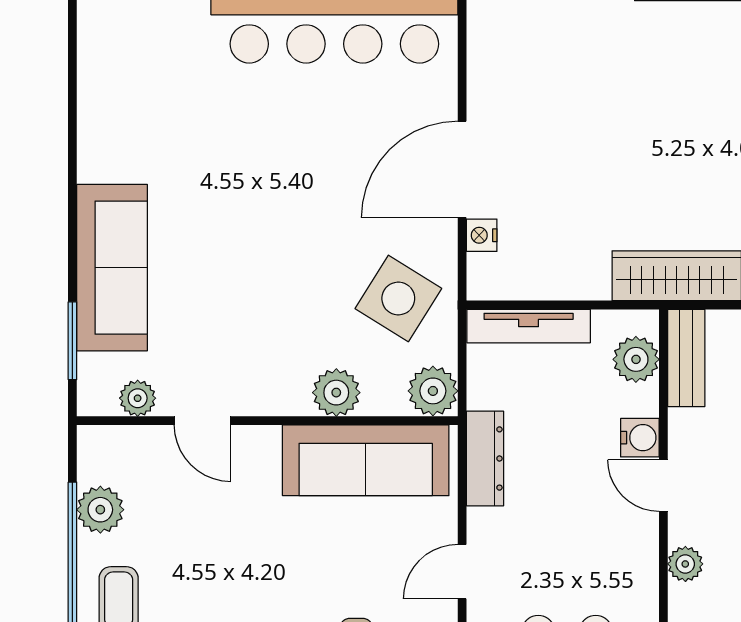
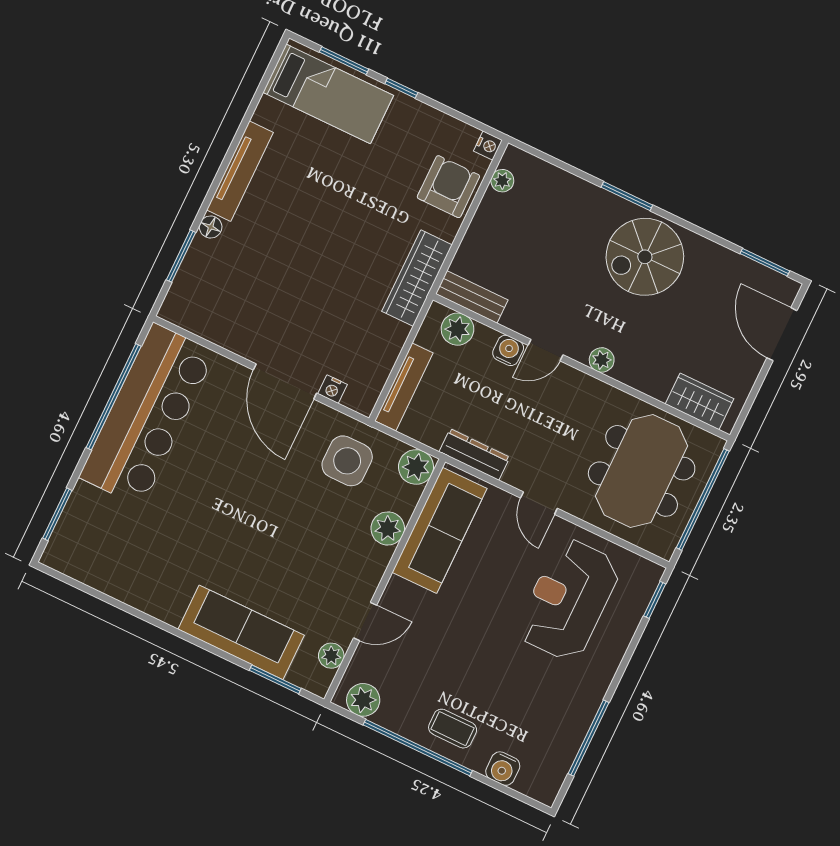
side table: (398, 298) -> (347, 461), turned -32
plant: (100, 510) -> (363, 700), moved

